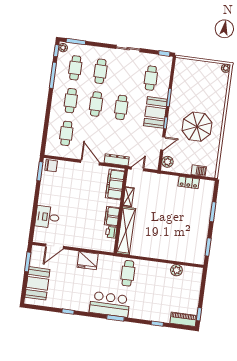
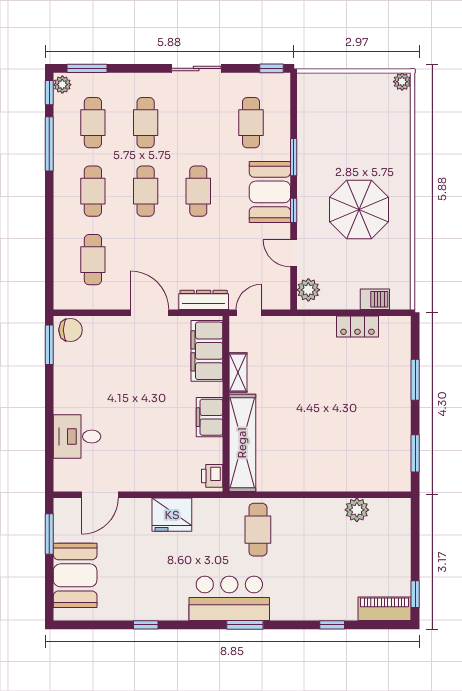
door: (163, 143) -> (294, 253), swing flipped
printer: (111, 232) -> (212, 476), moved

